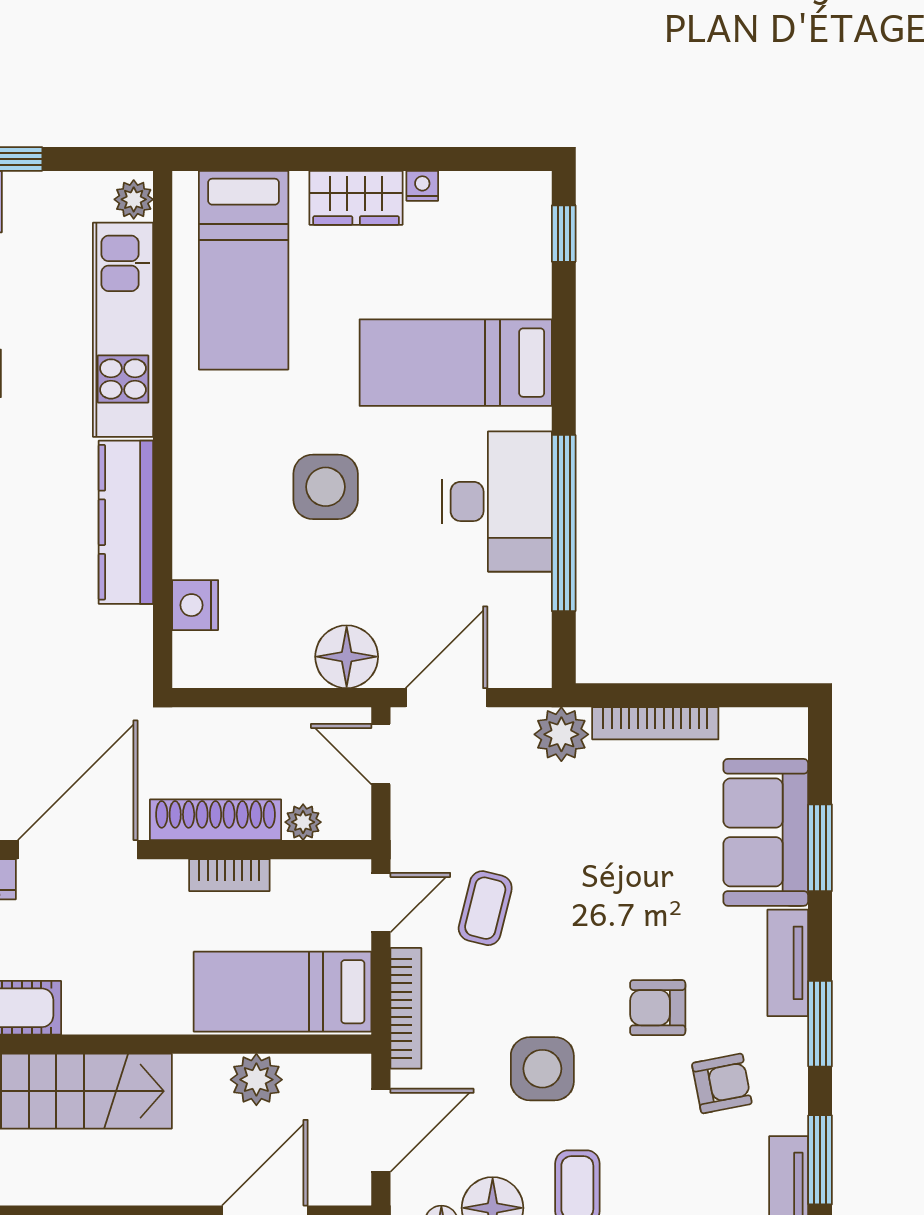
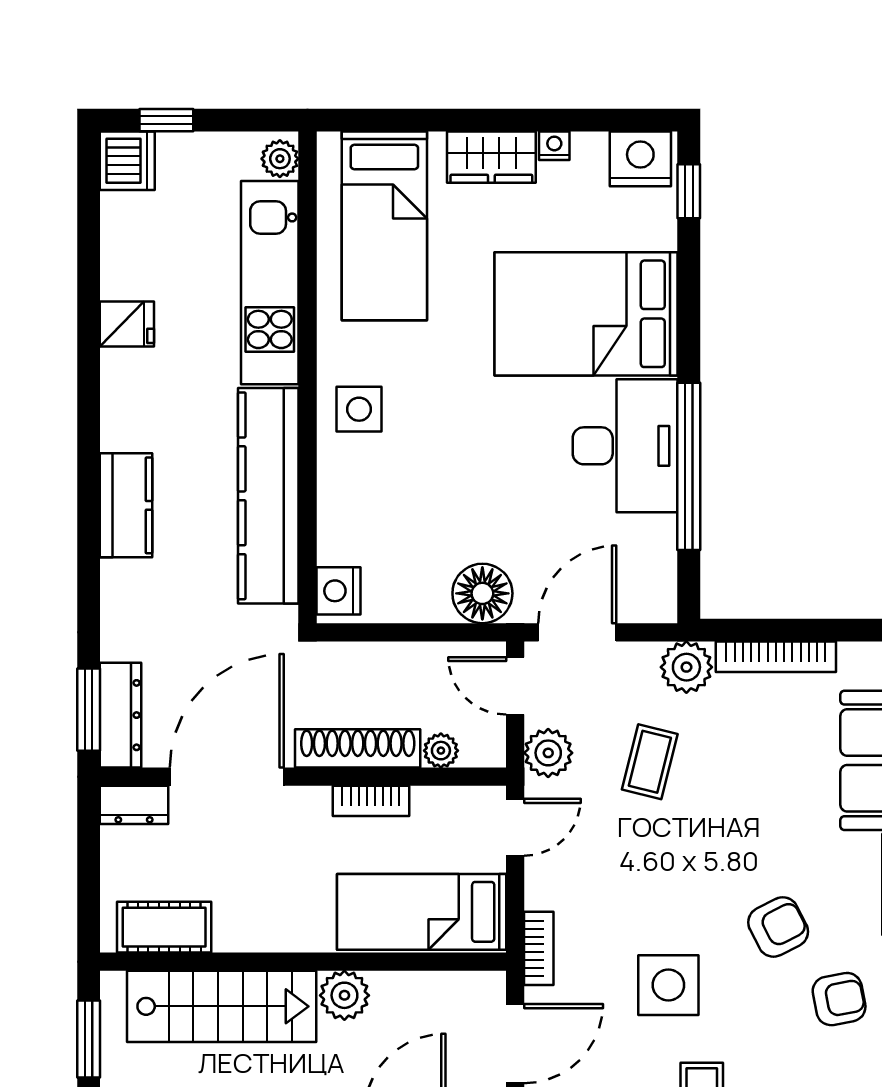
nightstand: (513, 200) -> (640, 159), added
bed: (456, 363) -> (586, 314), width x1.50
side table: (326, 487) -> (359, 409), moved, width x0.73, depth x0.73
kitchen counter: (126, 522) -> (268, 496), width x1.39, depth x1.17
nightstand: (195, 605) -> (338, 591), moved
plant: (416, 825) -> (548, 753), added
coffee table: (485, 908) -> (650, 762), moved
bookcase: (406, 1008) -> (539, 948), width x0.64
armchair: (658, 1008) -> (778, 927), turned 153
plant: (256, 1080) -> (344, 995), moved

